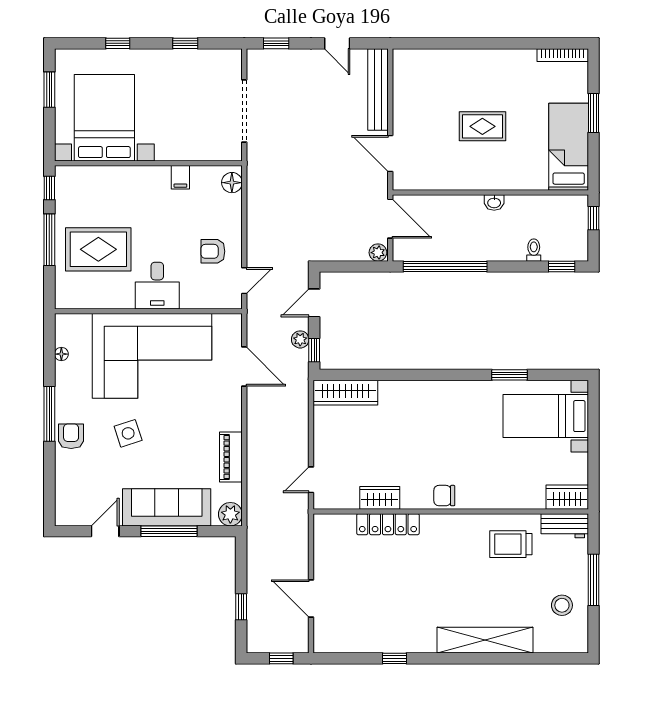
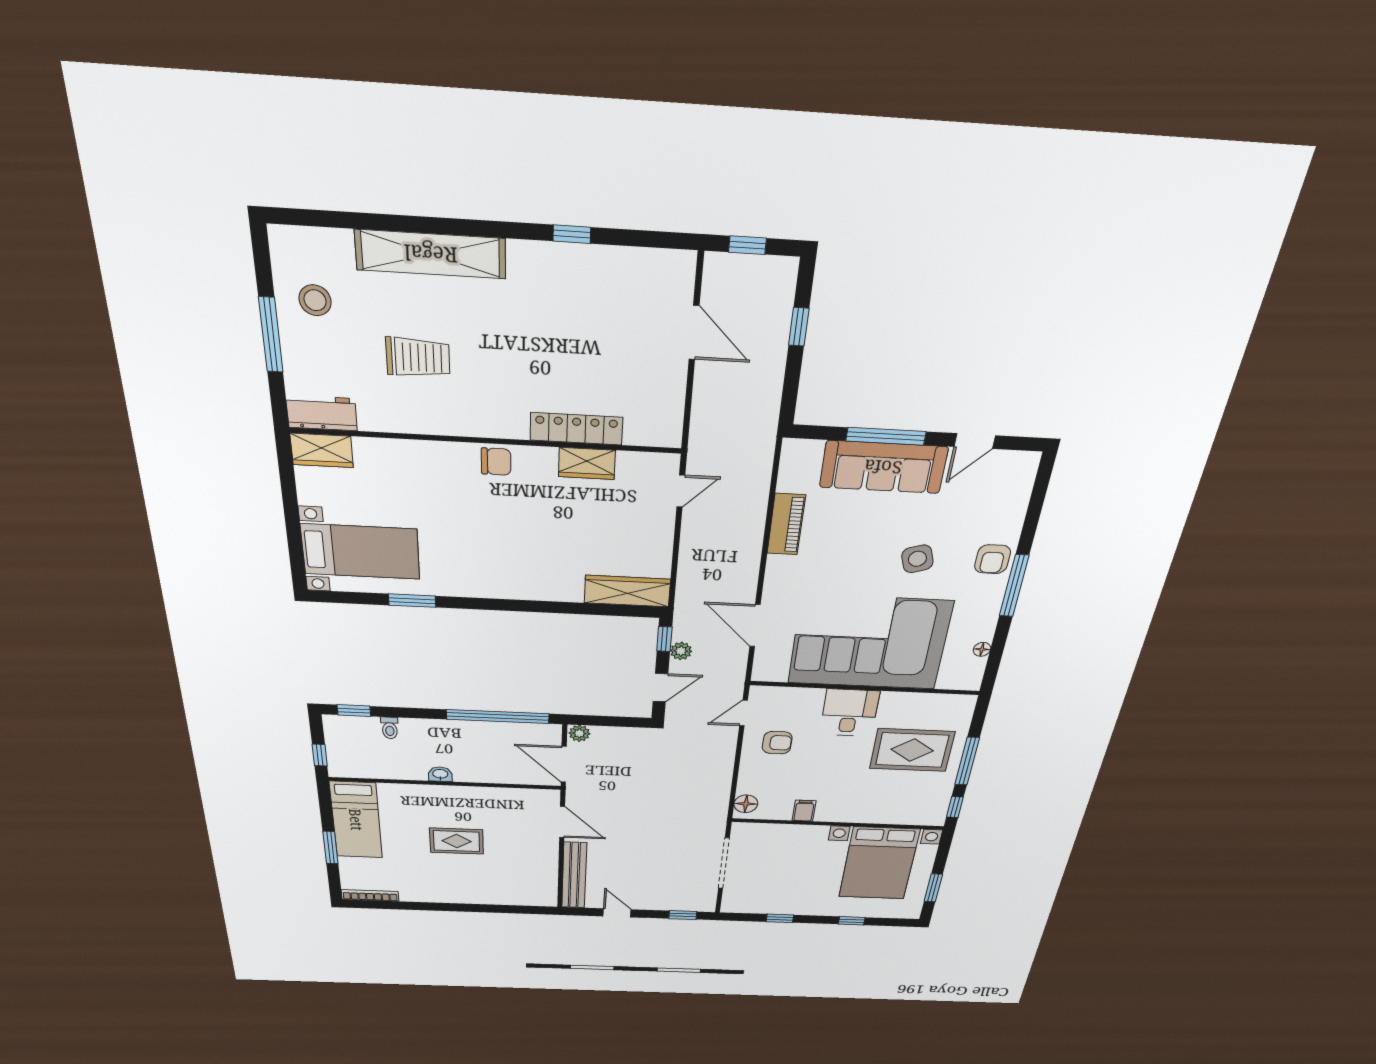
plant: (230, 514) -> (797, 454), removed
trolley: (511, 544) -> (418, 357), moved

